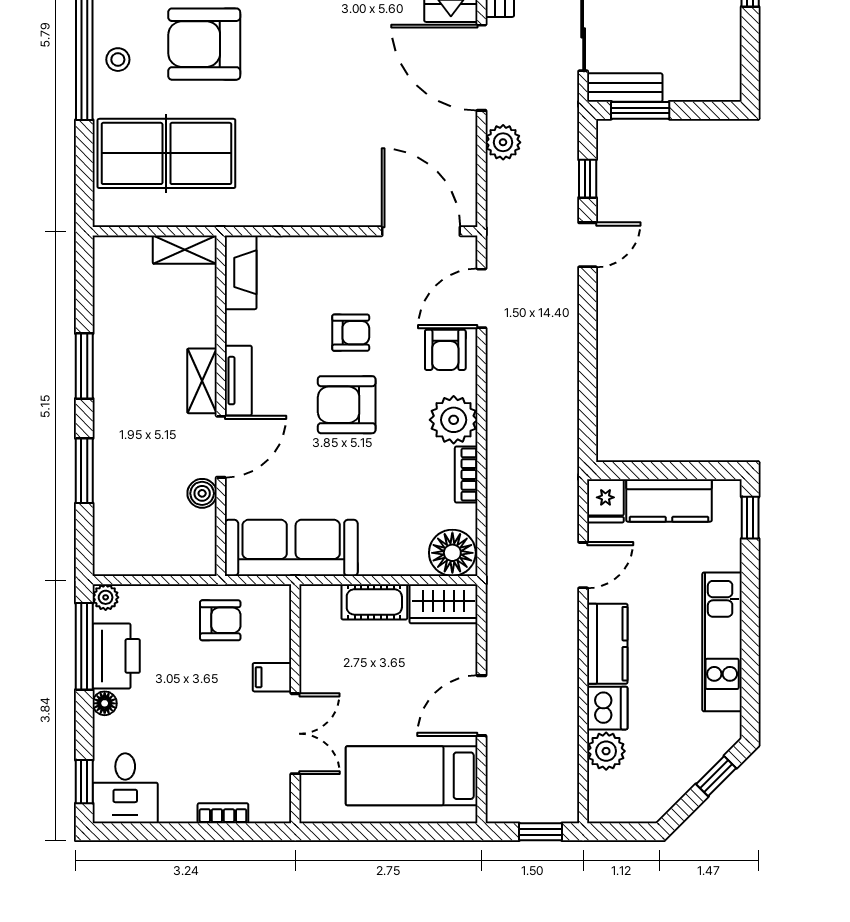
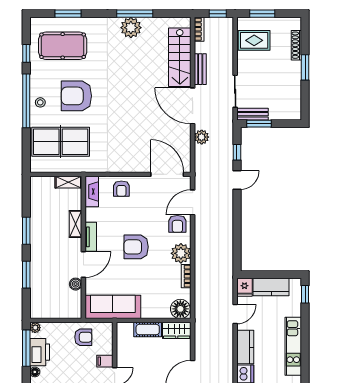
armchair: (351, 333) -> (121, 189), moved, turned 90
shelving: (202, 381) -> (76, 224), moved

